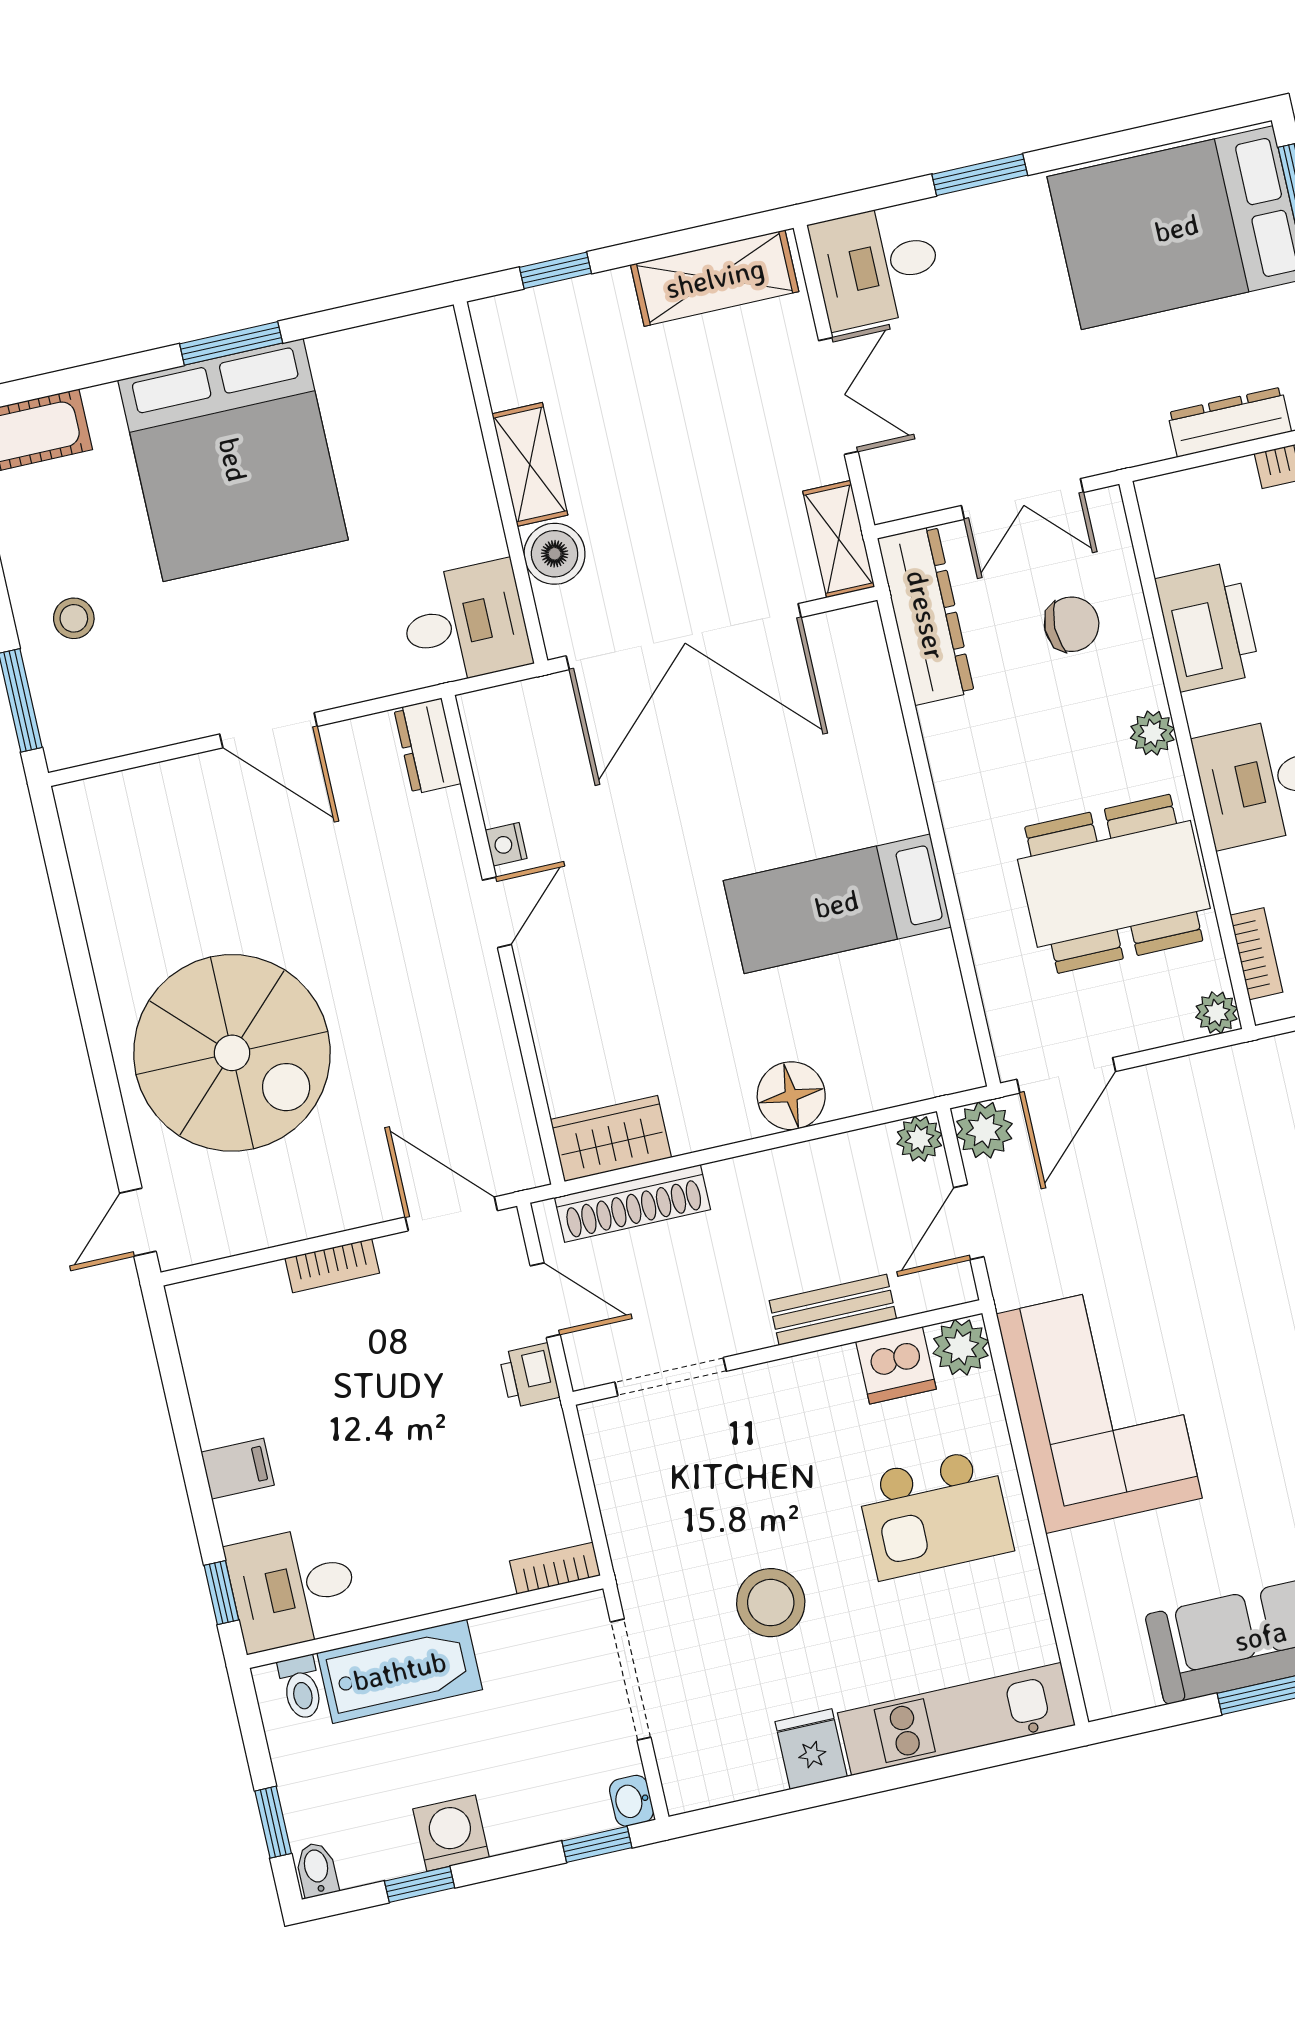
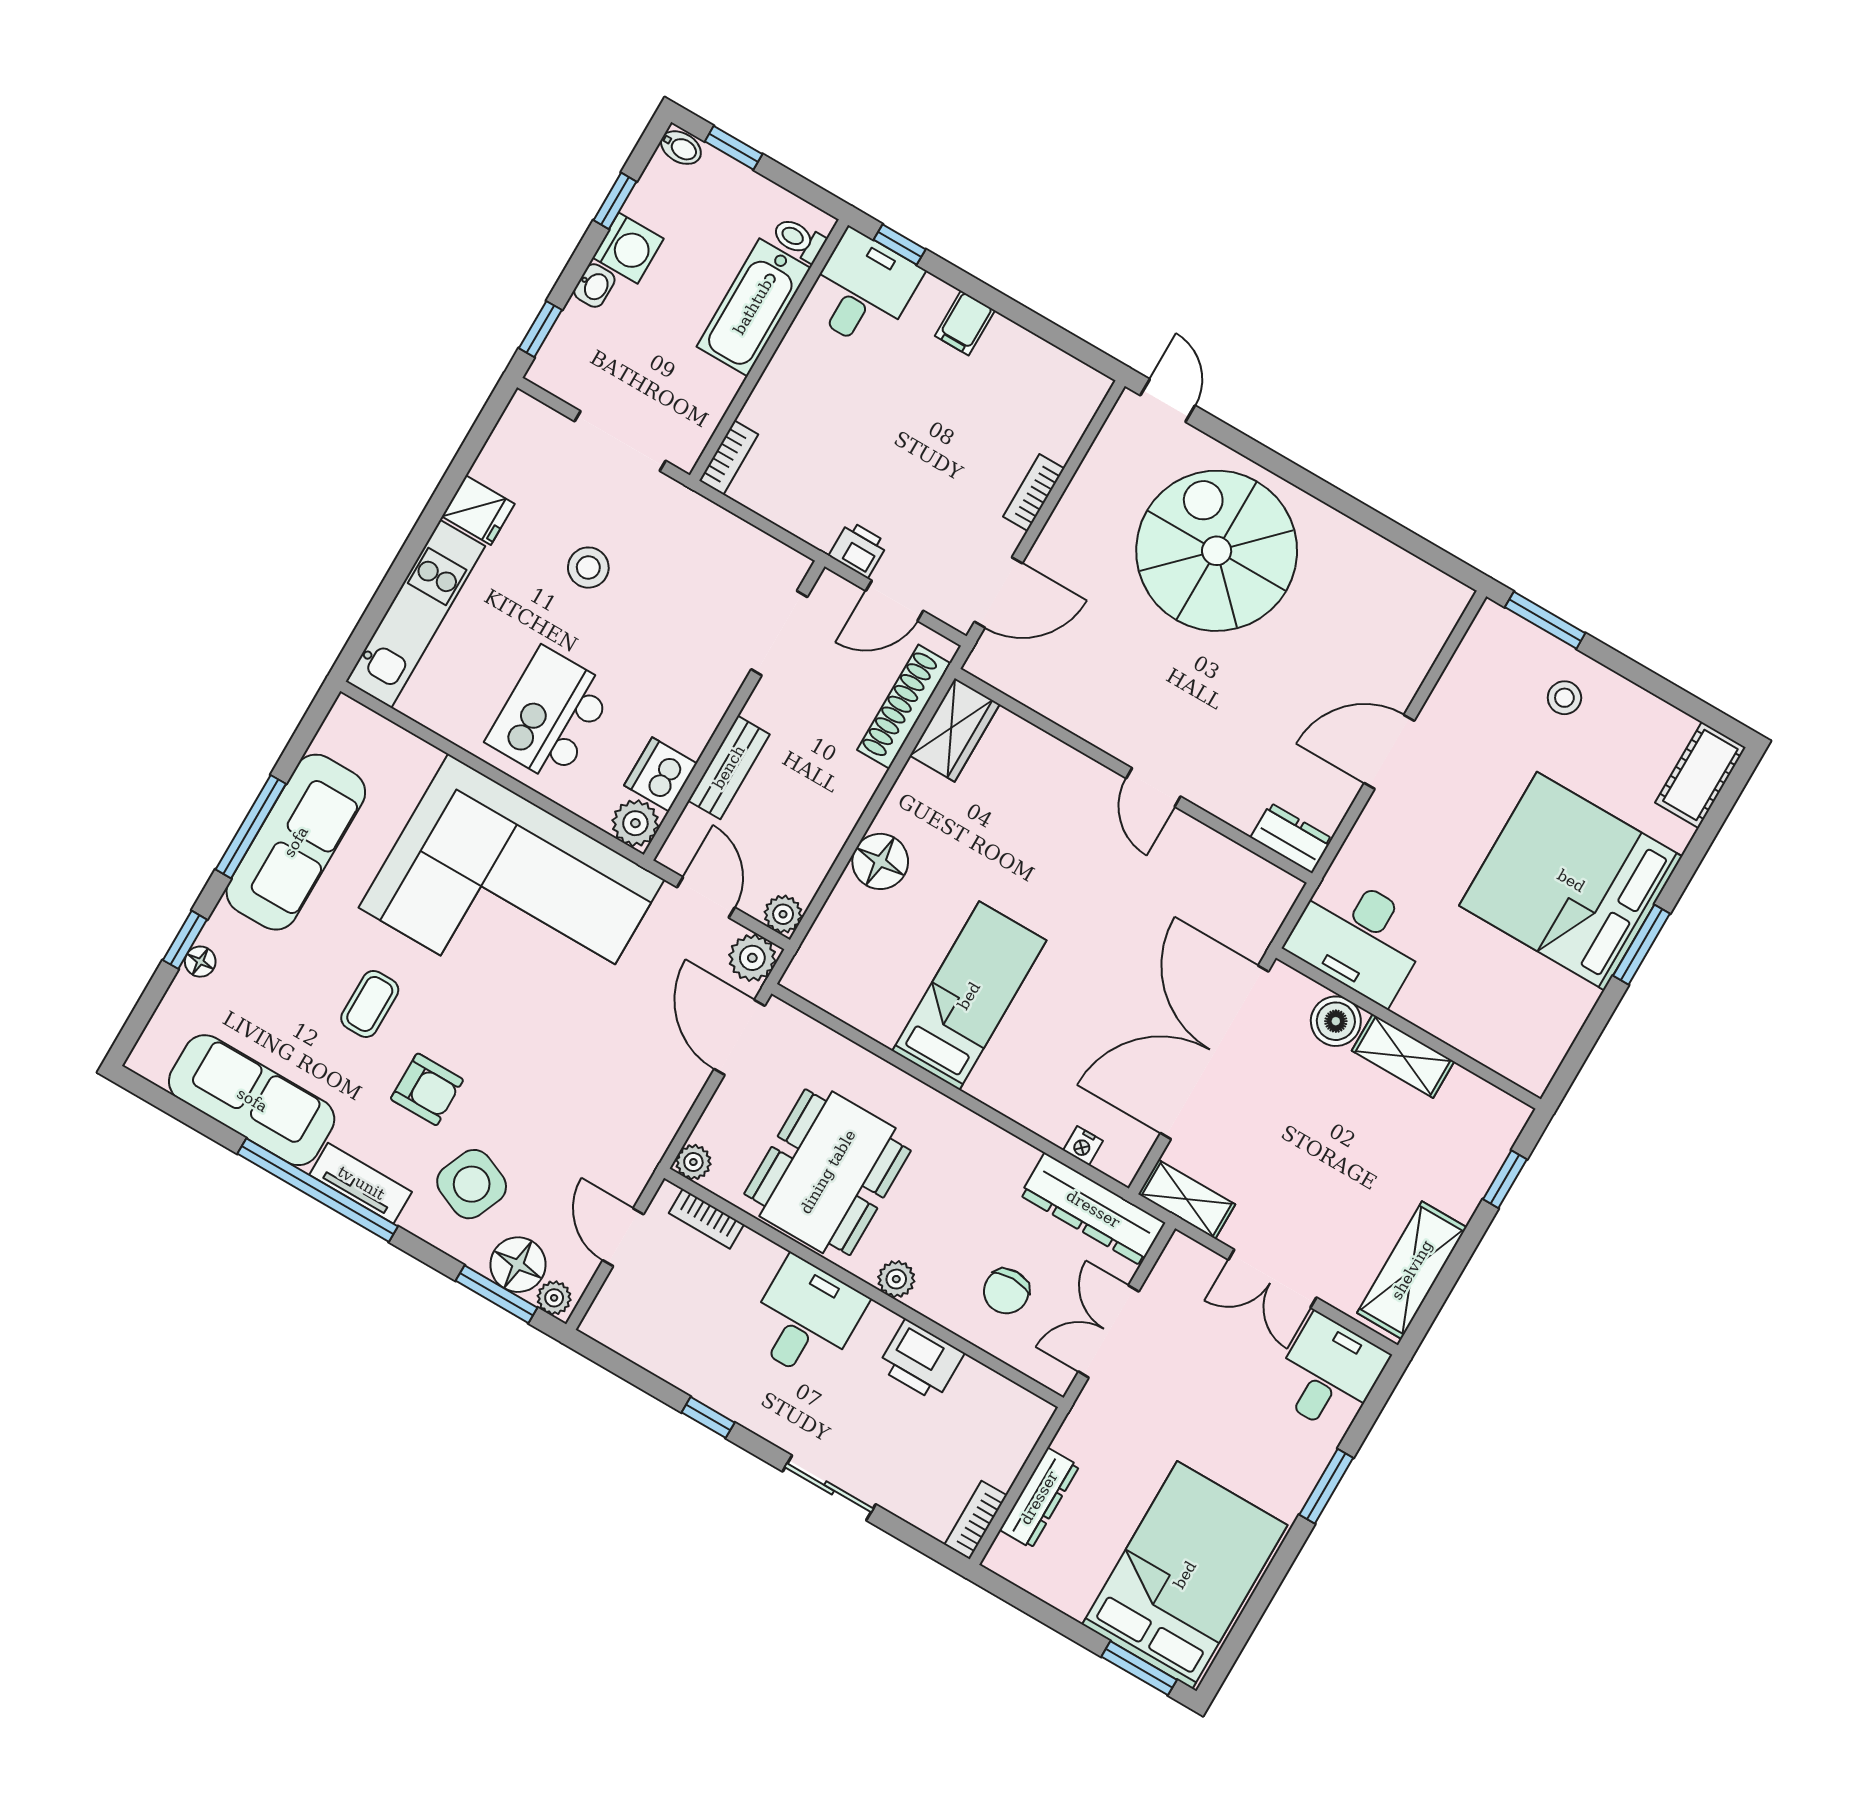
desk: (465, 623) -> (1359, 937), width x1.37
printer: (1208, 626) -> (921, 1360), width x0.73, depth x0.84
nightstand: (506, 844) -> (1083, 1146), moved, turned 180
spiral stairs: (232, 1053) -> (1217, 551), turned 90
corner sofa: (1099, 1406) -> (511, 894), width x1.36, depth x1.36
stool: (771, 1603) -> (588, 568), width x0.73, depth x0.73
washbasin: (631, 1801) -> (594, 286), moved, turned 90

